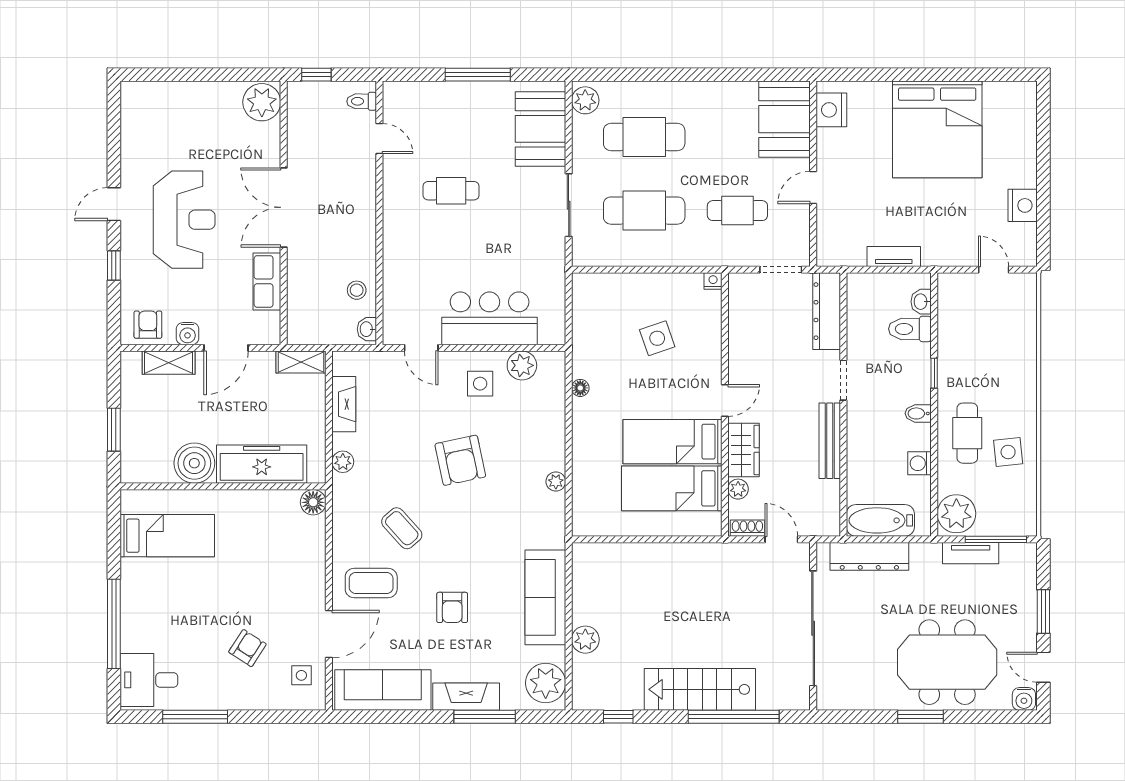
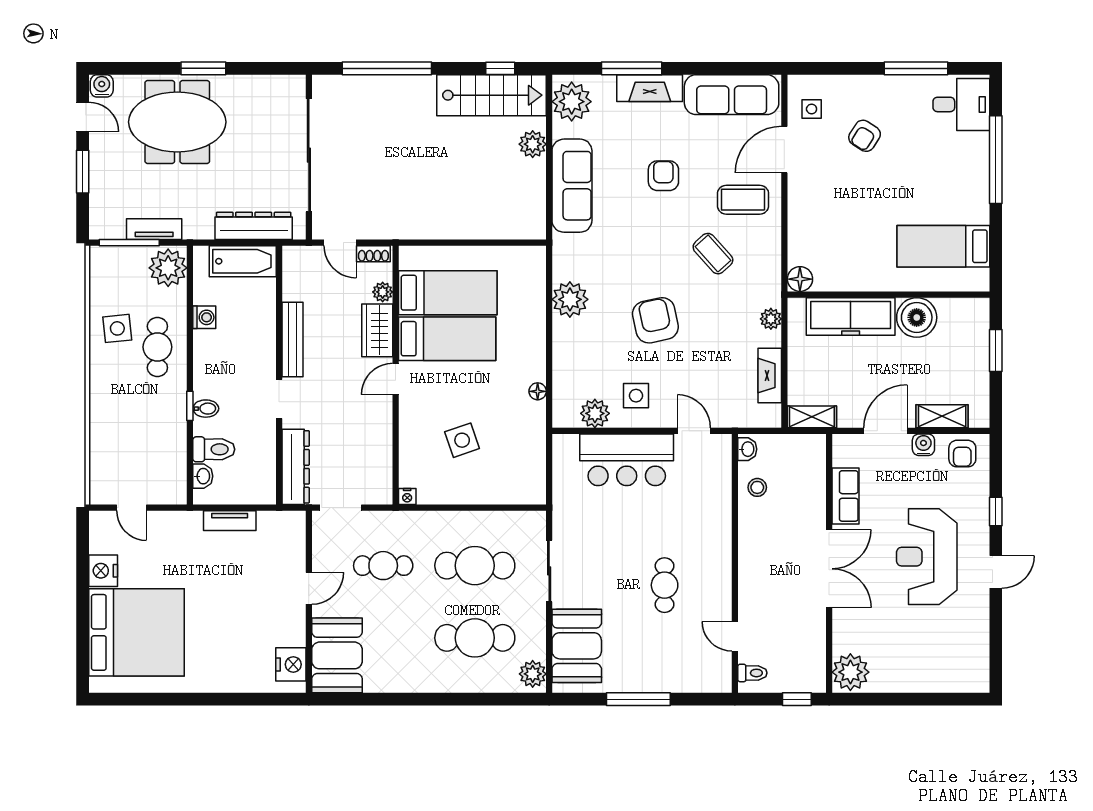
bed: (937, 129) -> (136, 632), moved, turned 90
cafe table: (451, 191) -> (665, 585), turned 90
bidet: (918, 413) -> (206, 409), moved
plant: (556, 482) -> (570, 299), width x1.87, depth x1.87
stairs: (700, 689) -> (492, 95), moved

